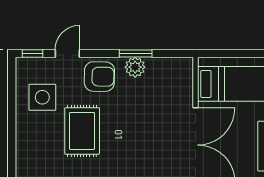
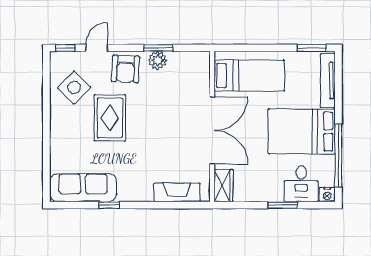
armchair: (99, 77) -> (126, 69), turned 92
side table: (42, 97) -> (74, 87), turned 45

